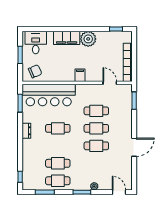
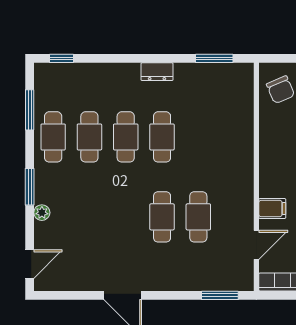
filing cabinet: (80, 75) -> (272, 209), moved
bar counter: (49, 95) -> (231, 118), removed
cafe table: (96, 146) -> (126, 137), moved

